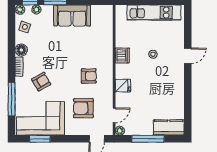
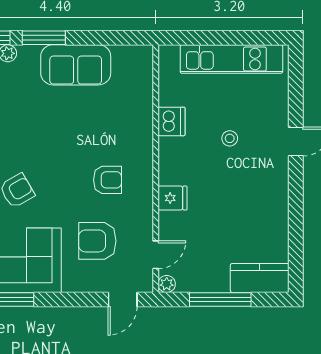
dishwasher: (122, 55) -> (171, 121), moved

